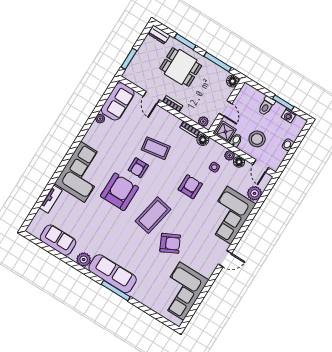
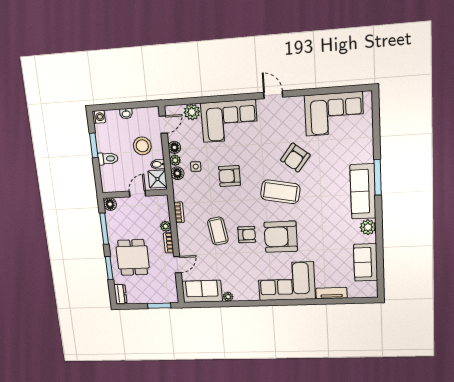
washing machine: (289, 116) -> (99, 117), moved
plant: (203, 122) -> (166, 226), moved
floor lamp: (203, 140) -> (177, 173), moved
armchair: (170, 243) -> (295, 158), turned -116

